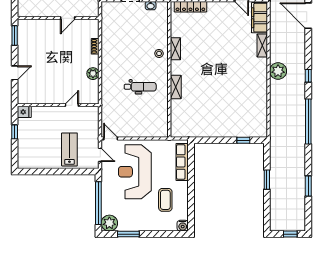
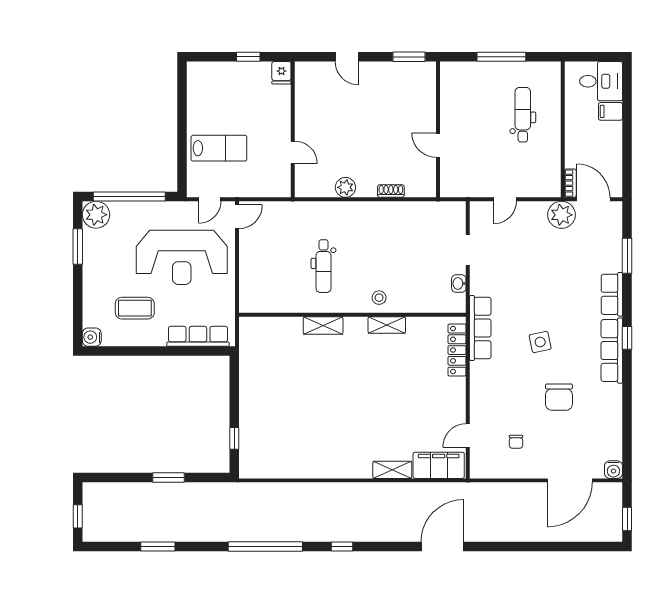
plant: (278, 71) -> (350, 496), removed
reception desk: (135, 172) -> (182, 257), turned 180

